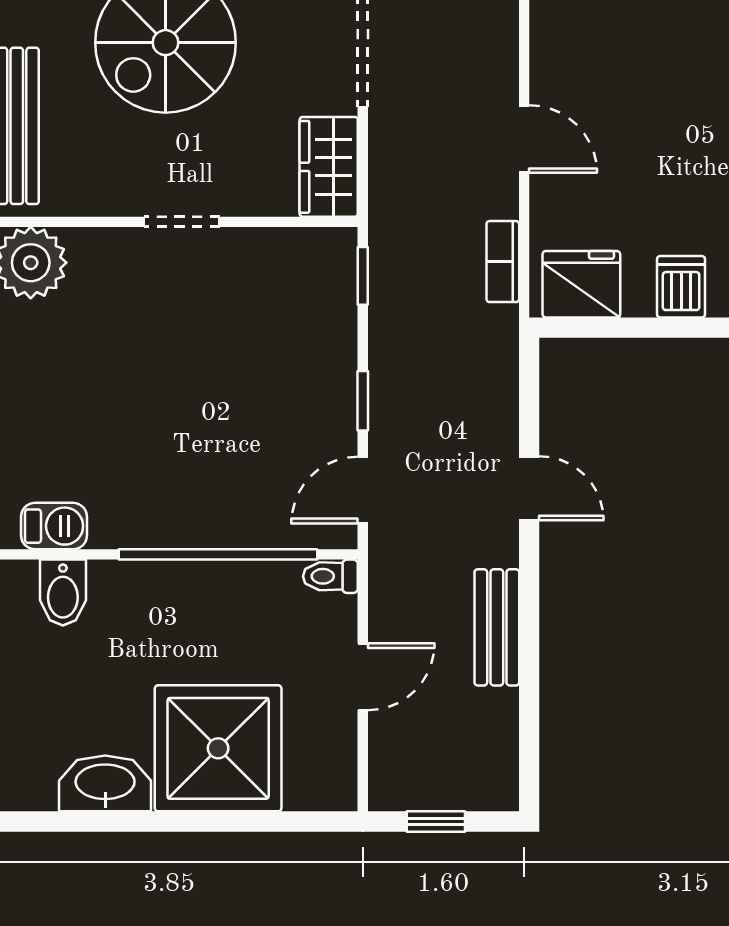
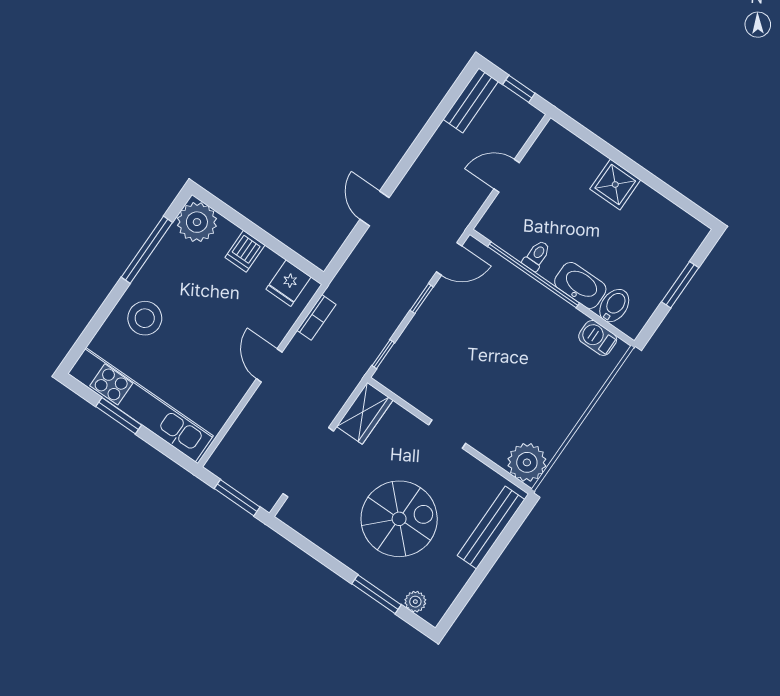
fridge: (581, 284) -> (288, 283), width x0.72
toilet: (330, 576) -> (537, 256), moved, turned -90
bench: (497, 627) -> (471, 100), moved
shower: (218, 748) -> (615, 184), width x0.54, depth x0.54
washbasin: (105, 783) -> (580, 285), moved, turned 180

